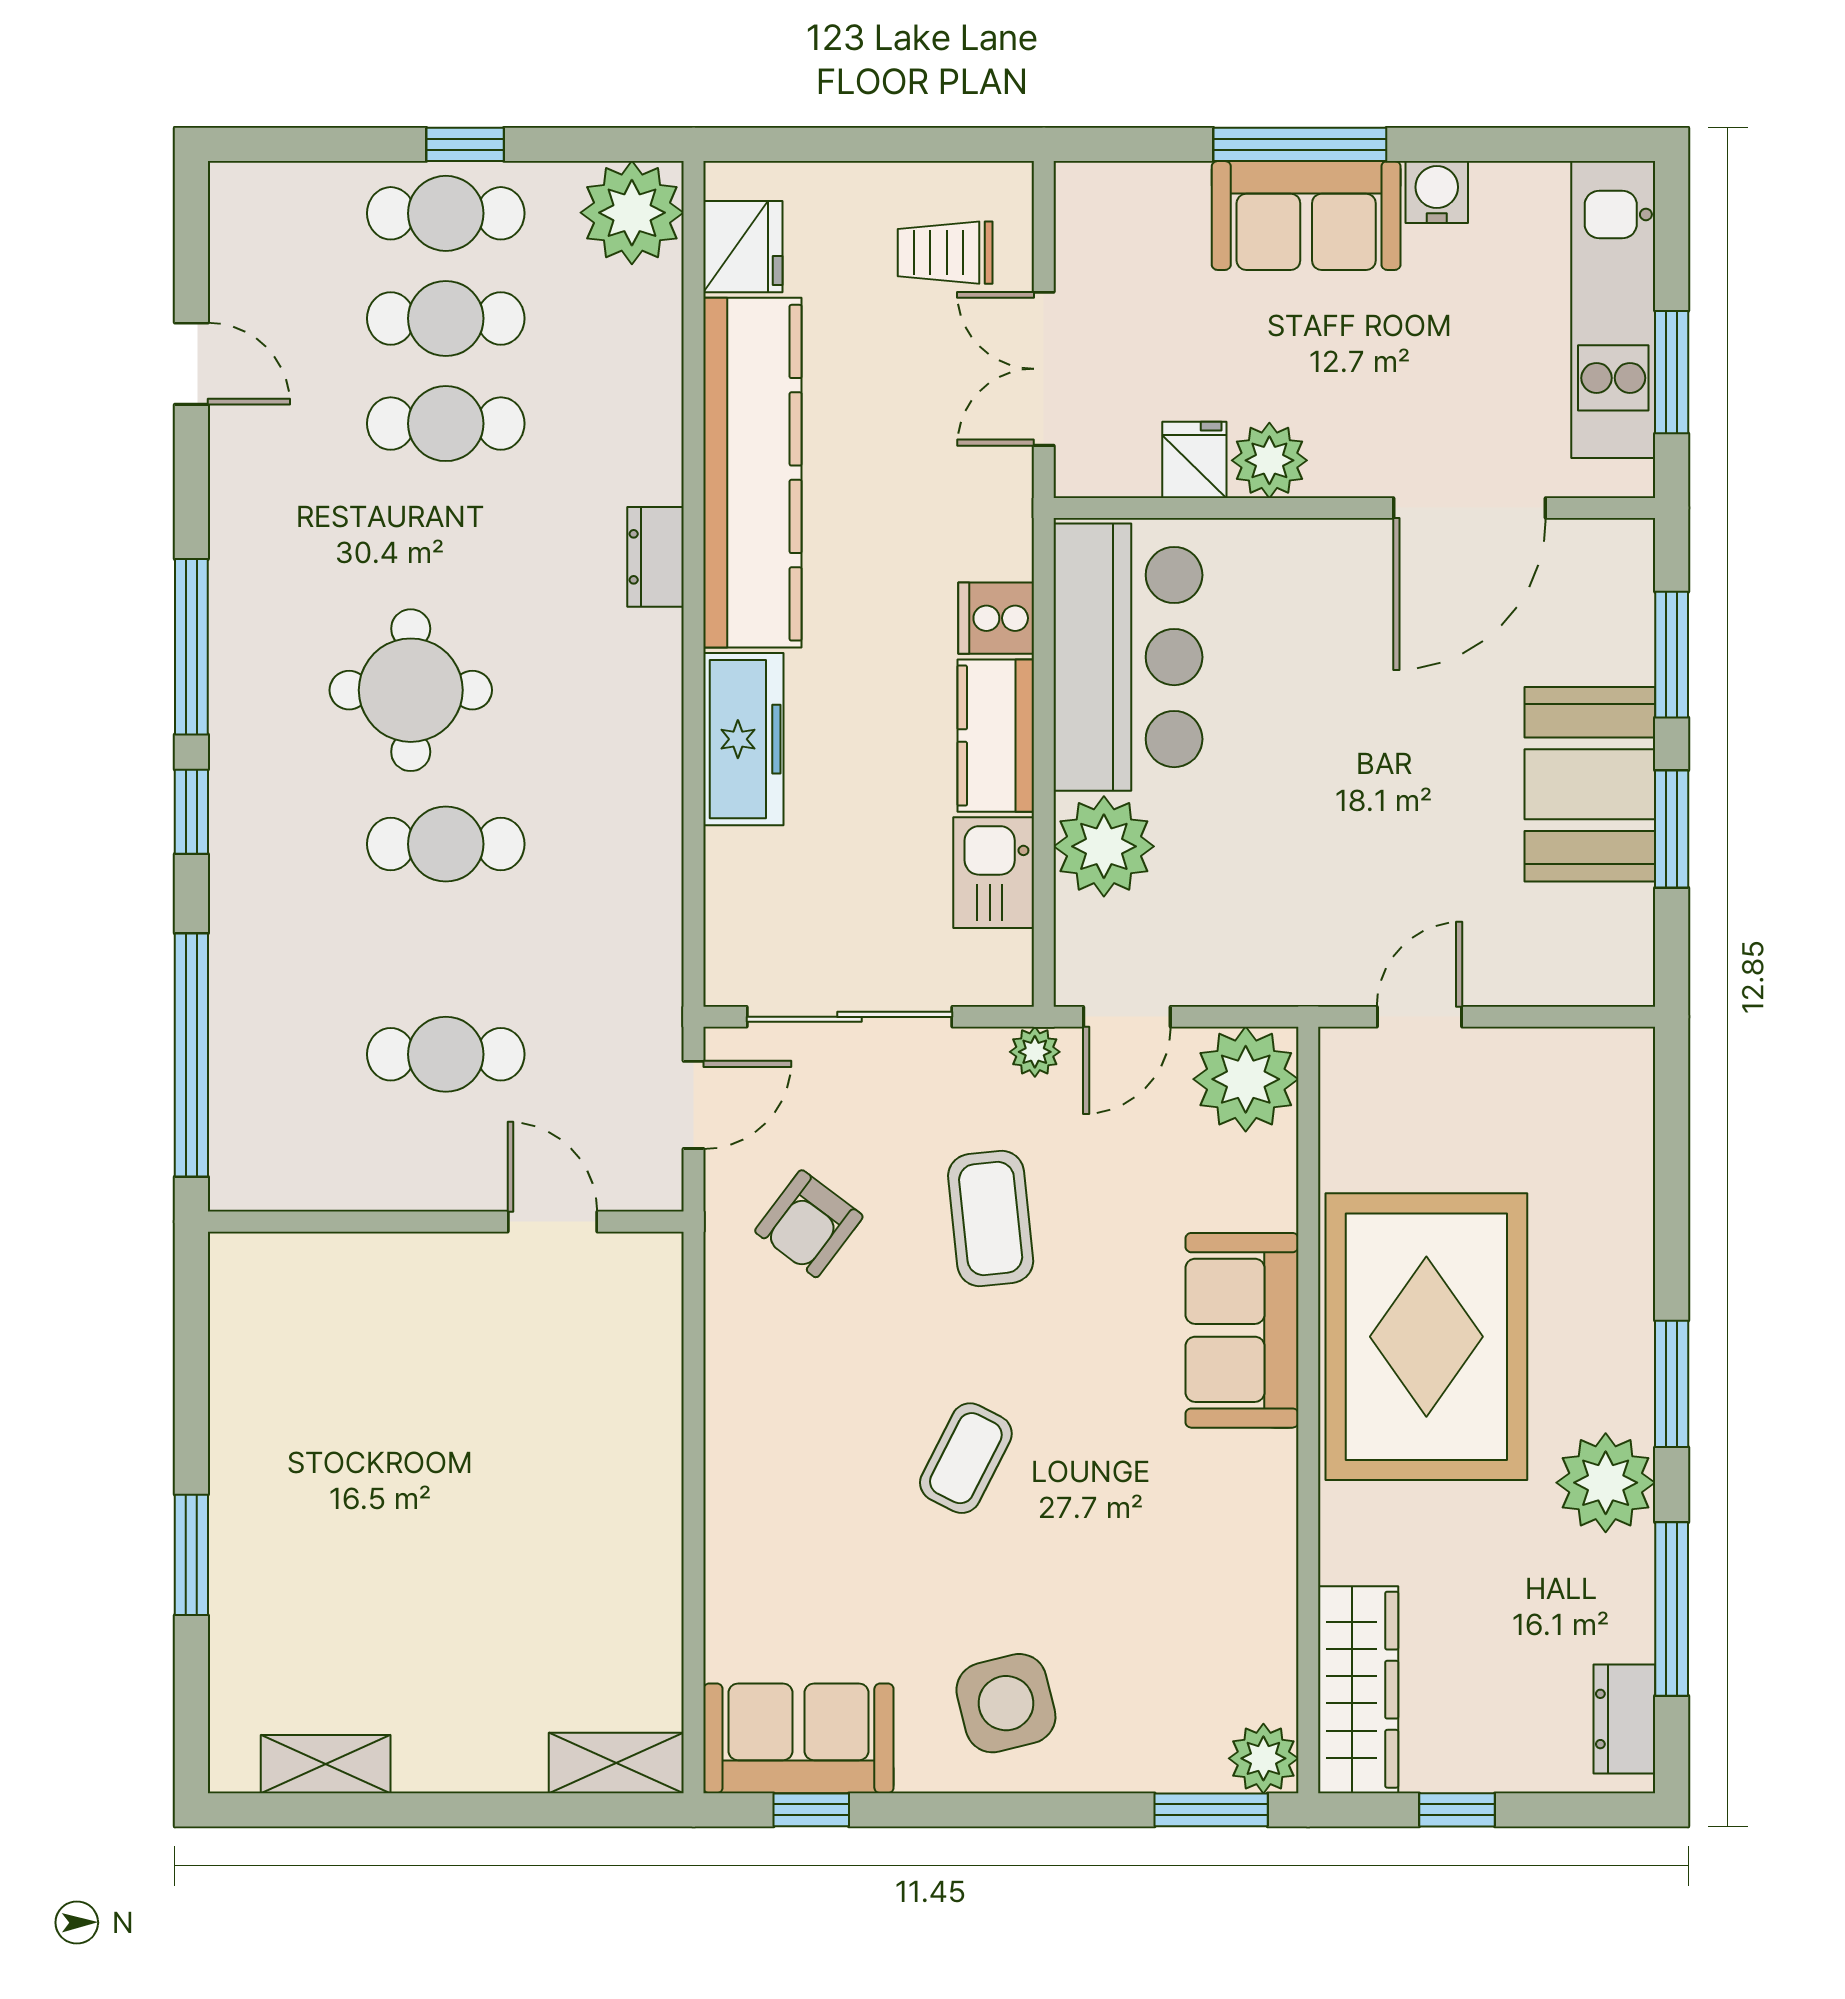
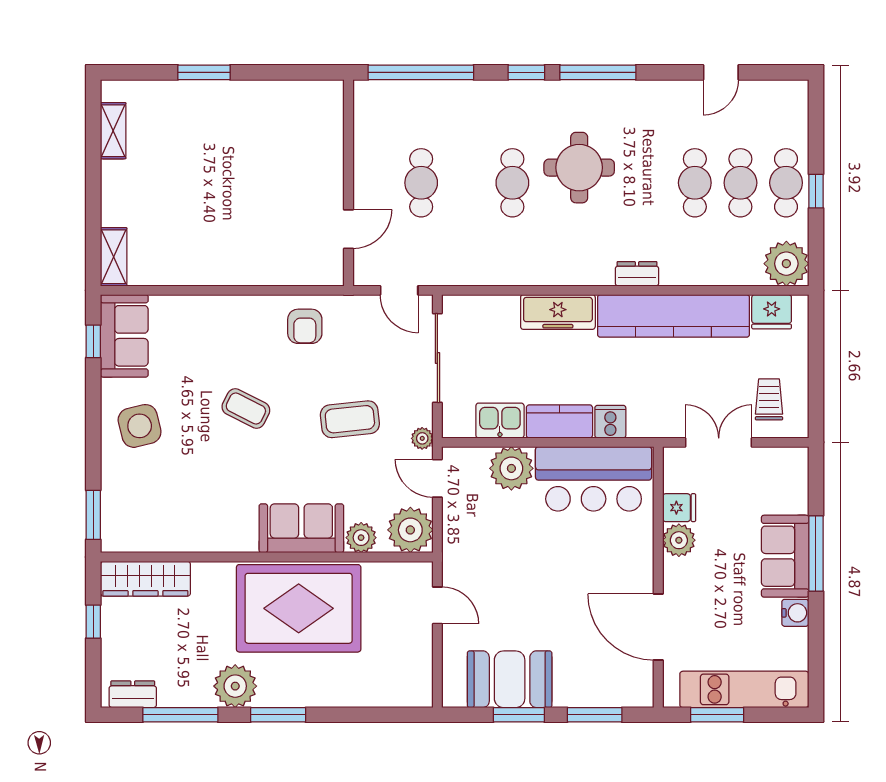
booth: (1590, 784) -> (510, 679), moved
armchair: (809, 1224) -> (305, 326), moved, turned -127
plant: (1263, 1758) -> (361, 538), moved

